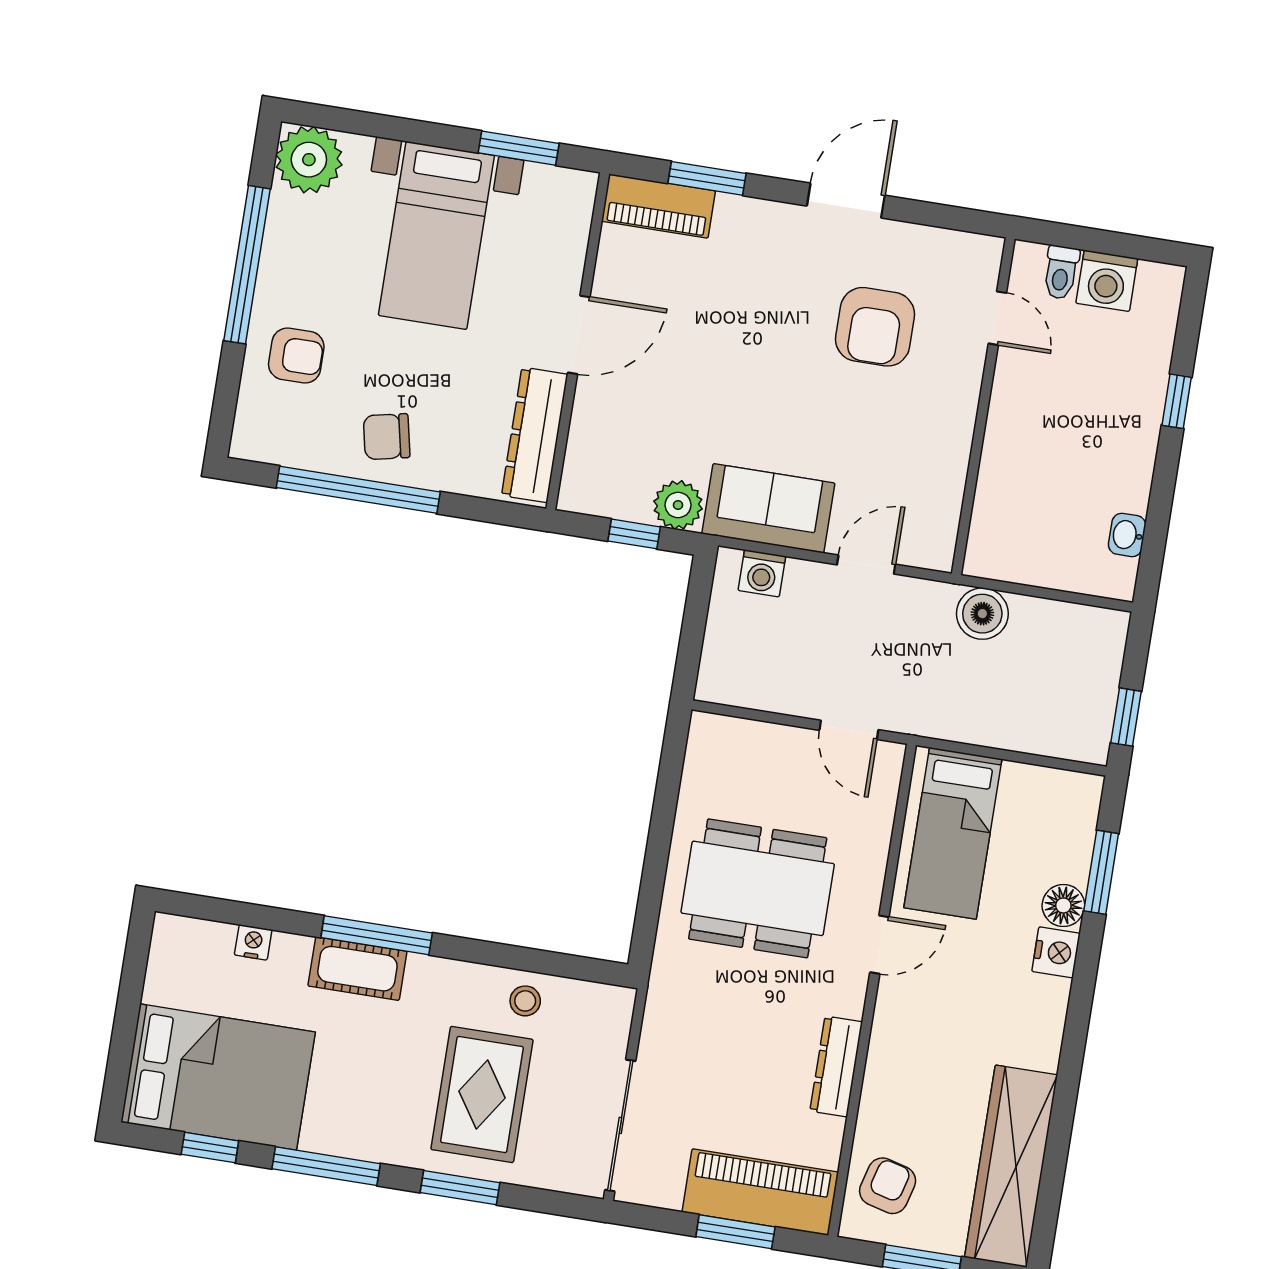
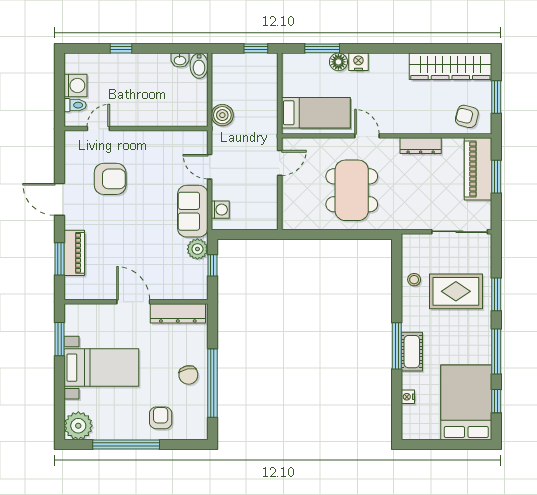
piano: (658, 206) -> (74, 253), moved
bidet: (1107, 578) -> (199, 66), added

